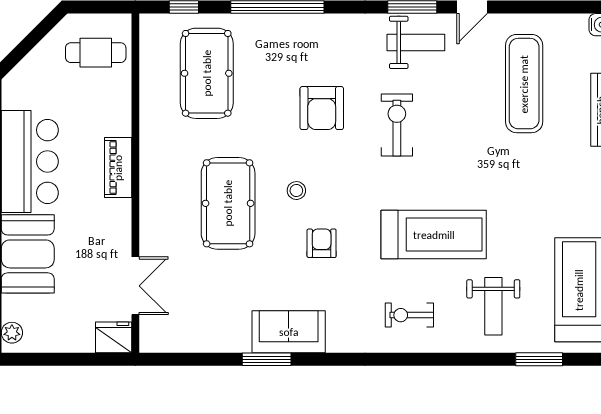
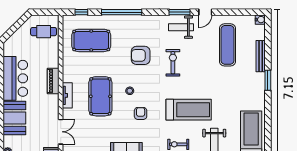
weight bench: (416, 42) -> (181, 27), turned 180
pool table: (207, 73) -> (91, 40), turned 90
armchair: (322, 108) -> (141, 55), turned 90
tv unit: (151, 201) -> (67, 95), added

